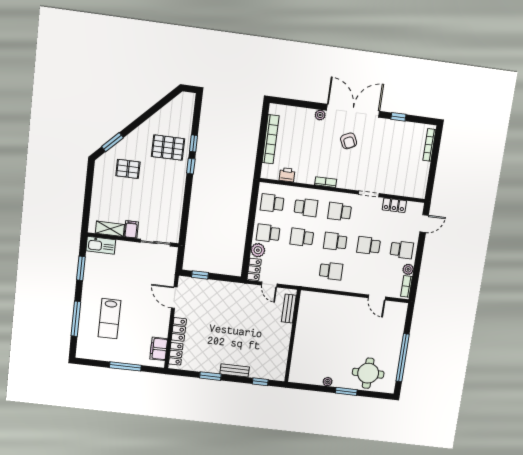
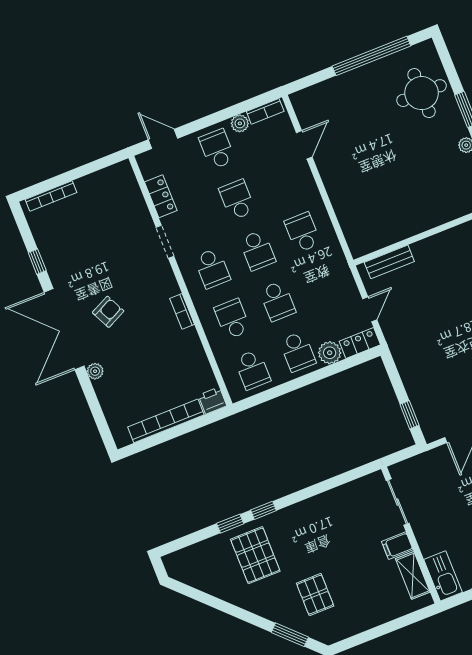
printer: (287, 175) -> (213, 400), moved, turned 90
school desk: (369, 246) -> (237, 200), turned 180

